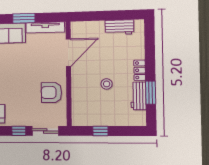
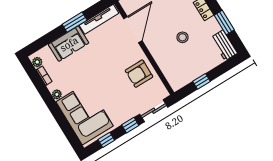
workbench: (138, 96) -> (224, 45), moved

